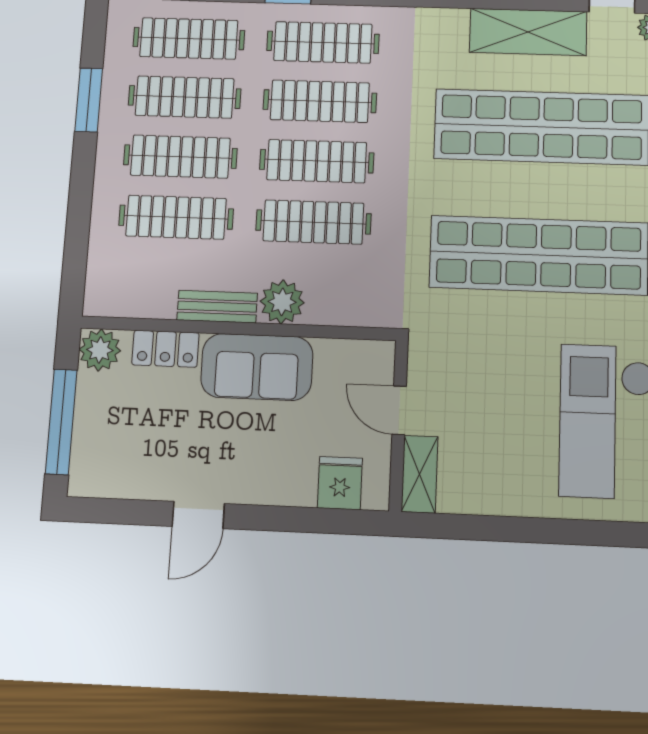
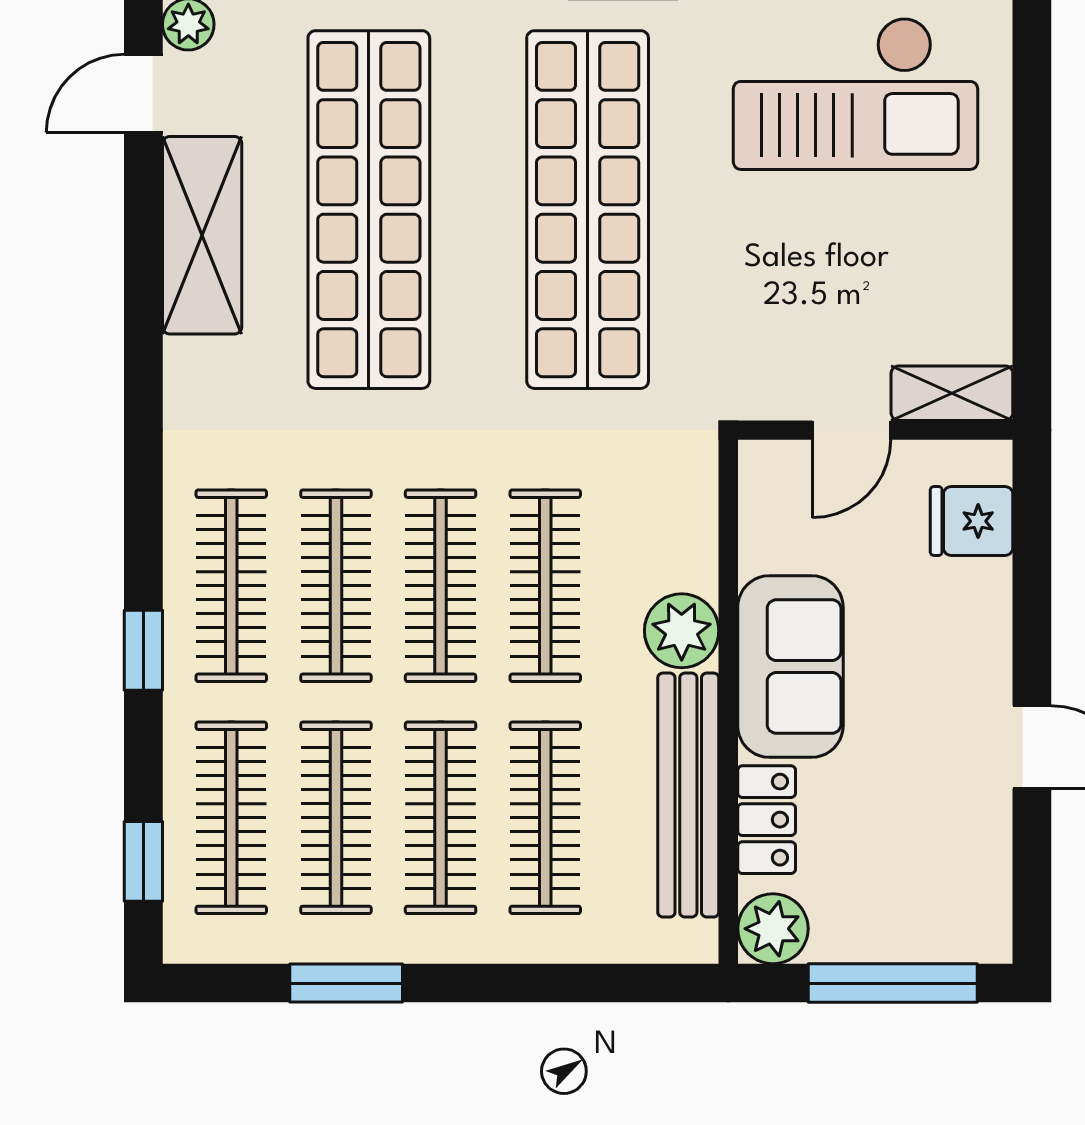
bench: (217, 307) -> (688, 795), width x1.86, depth x1.21

